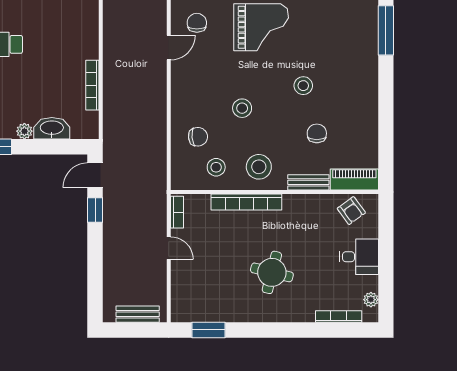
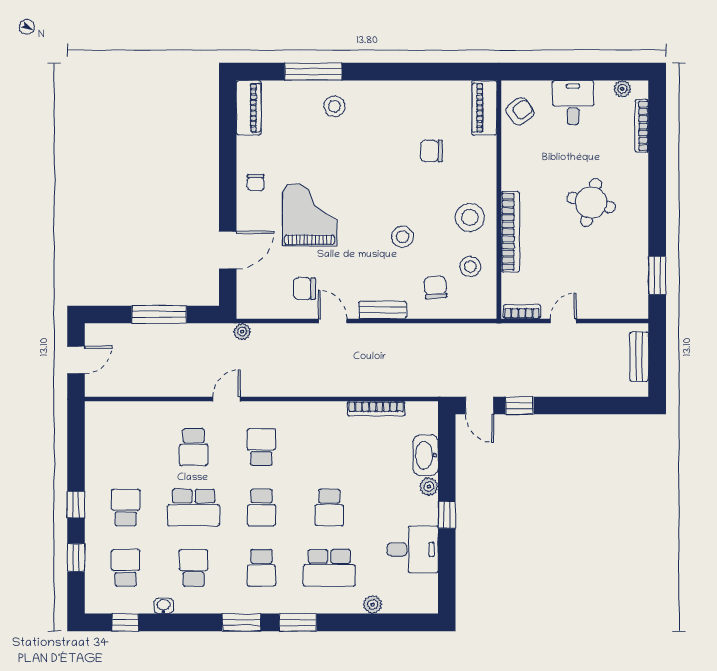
stool: (303, 86) -> (334, 106), moved
bench: (308, 182) -> (383, 310), moved, turned 90

